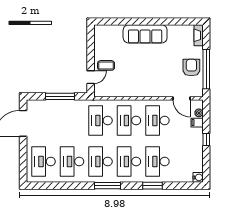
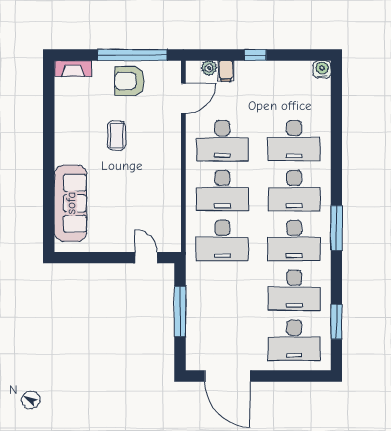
sofa: (145, 34) -> (71, 203), moved
coffee table: (106, 65) -> (117, 136), moved
window: (152, 186) -> (336, 322), moved

